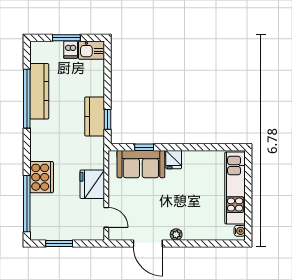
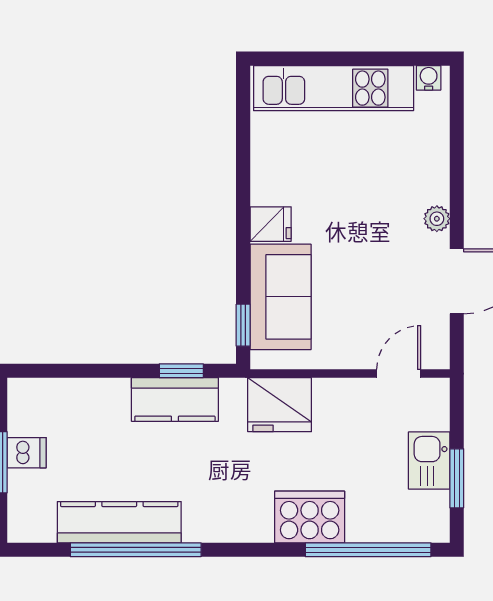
kitchen sink: (92, 50) -> (429, 460), moved, turned 180
window: (144, 147) -> (243, 325), moved
fridge: (92, 184) -> (280, 405), moved

